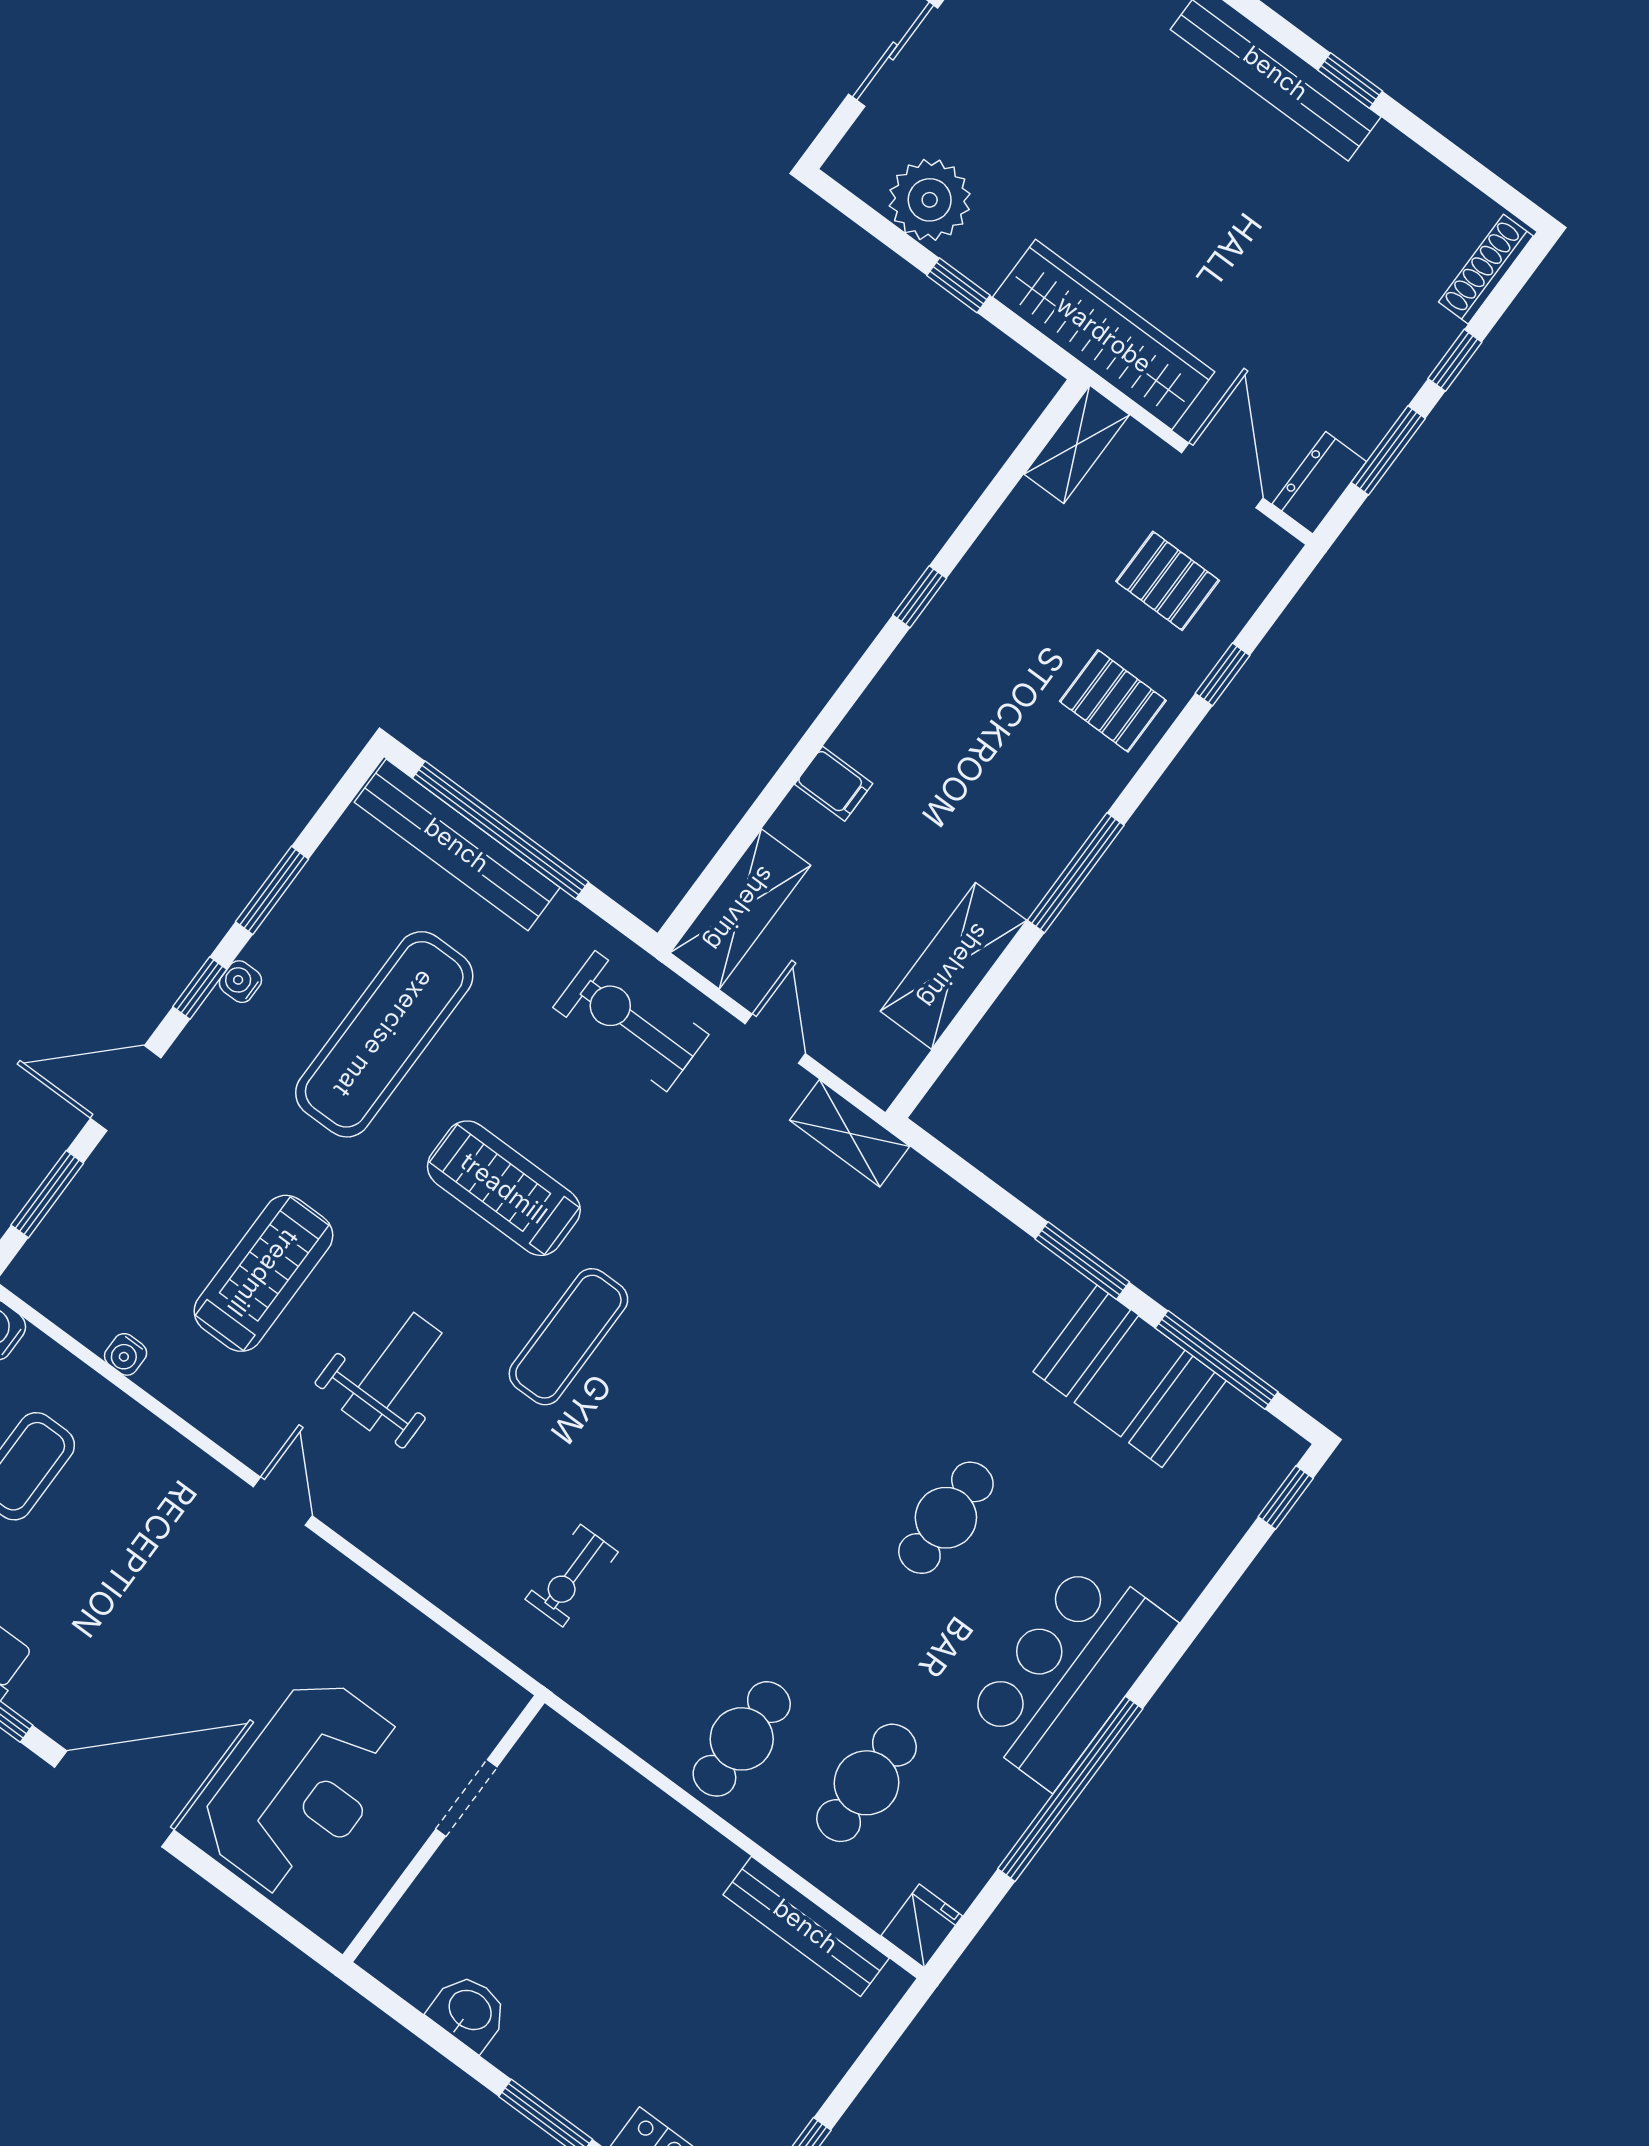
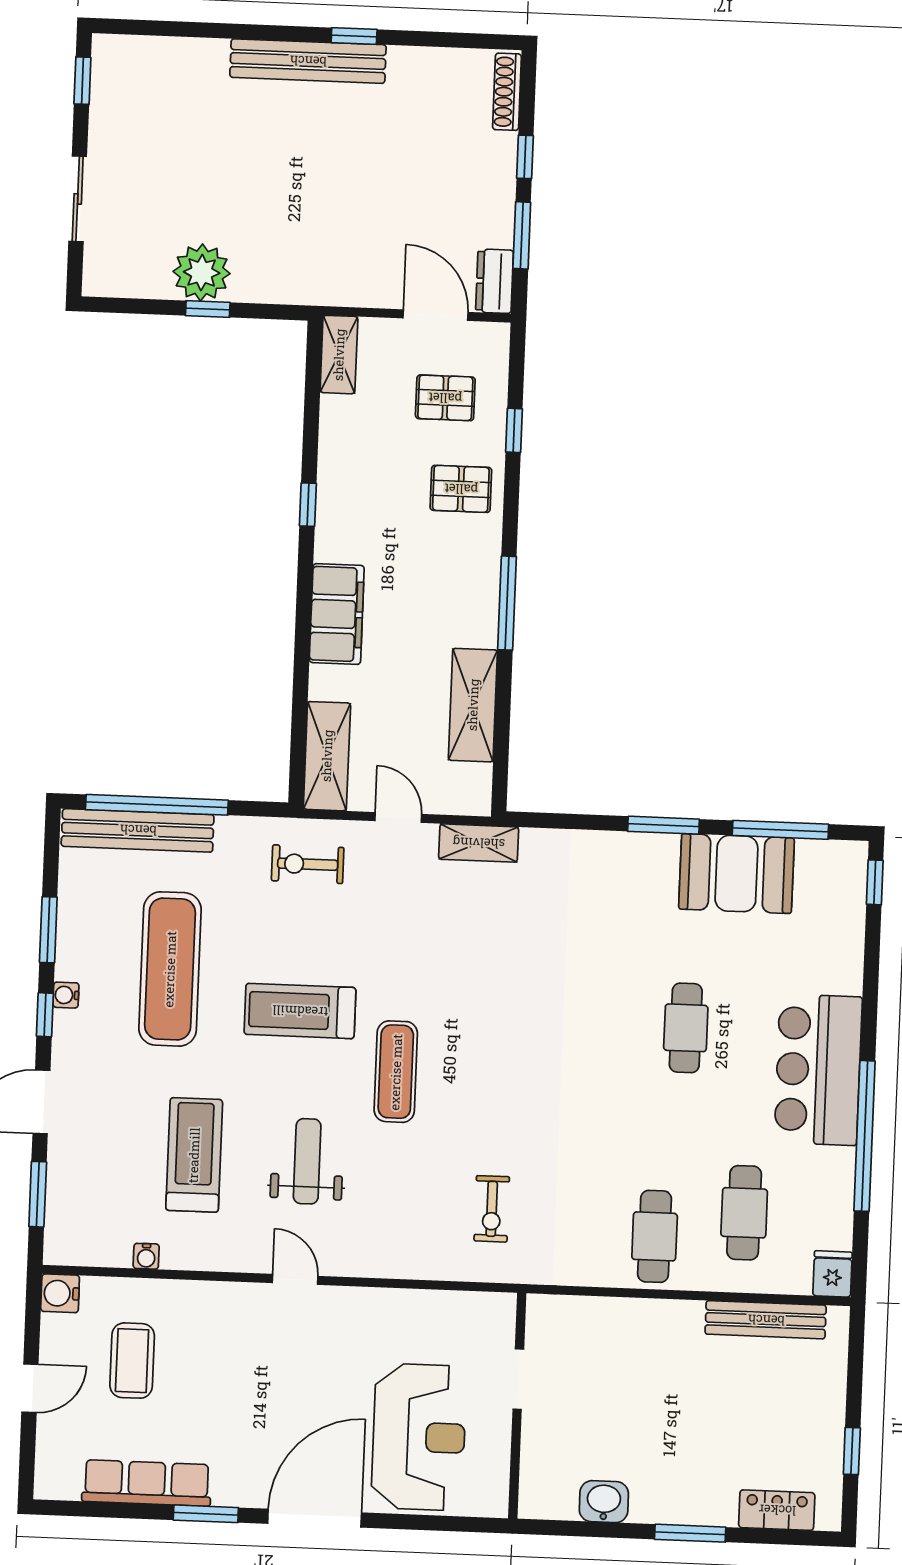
plant: (930, 200) -> (202, 272), moved
wardrobe: (1104, 334) -> (311, 280), removed
filing cabinet: (834, 784) -> (337, 614), width x3.00, depth x1.17
exercise bike: (631, 1021) -> (308, 864), width x0.73, depth x0.72

